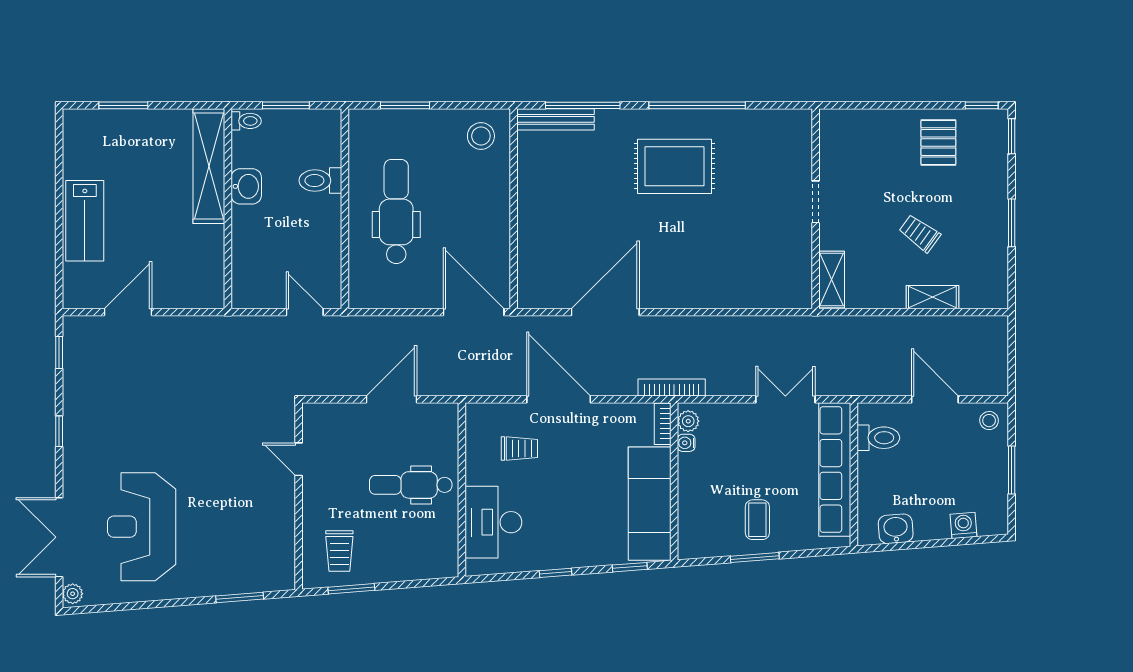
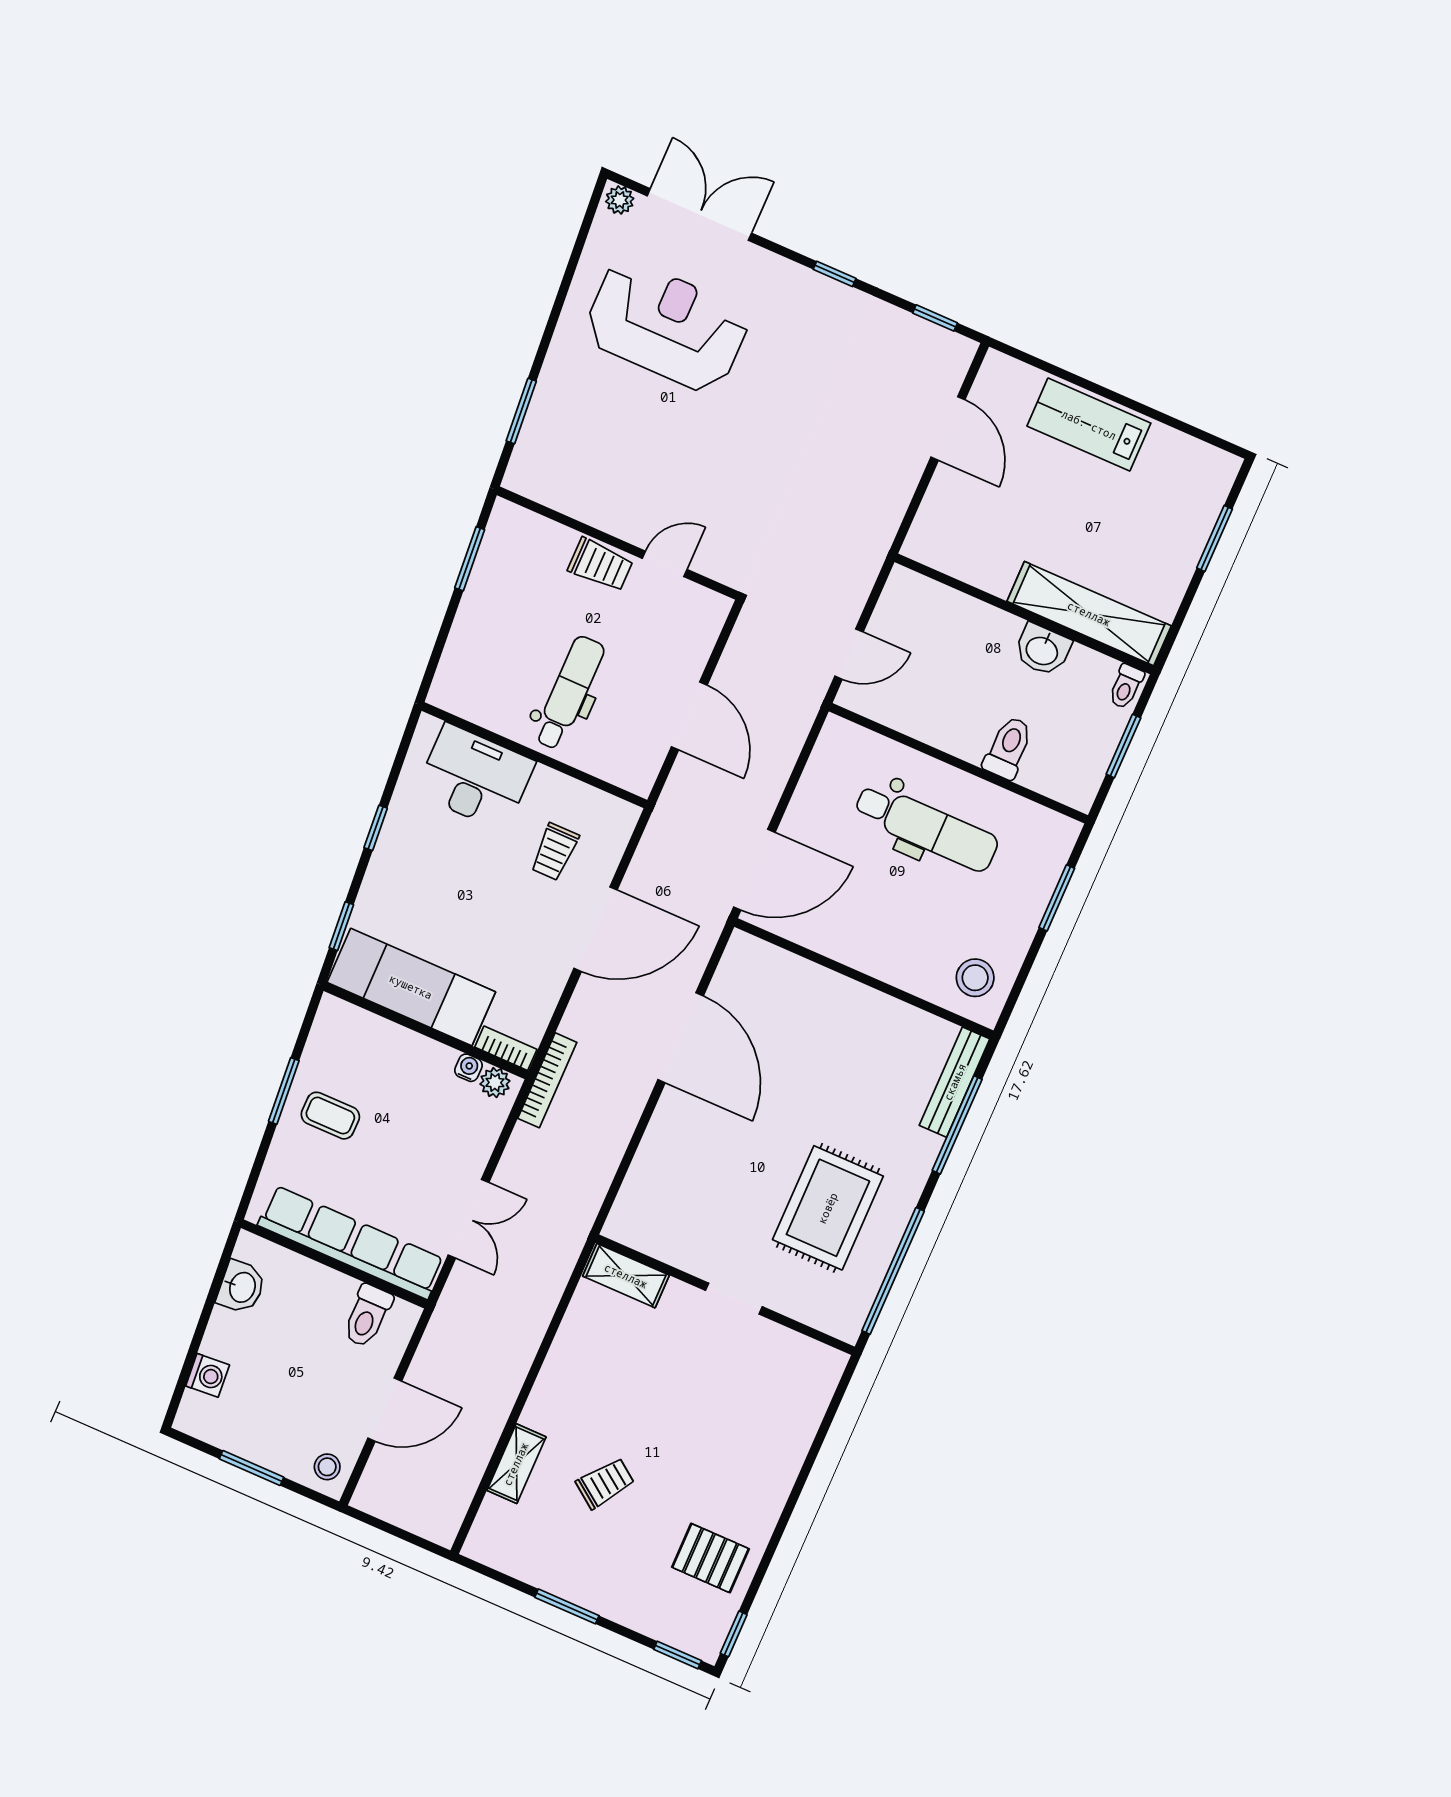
doorway: (816, 202) -> (734, 1299), moved
wall: (816, 209) -> (725, 1295), moved
shelving: (832, 279) -> (626, 1276), moved
trolley: (339, 551) -> (600, 565), moved, turned 180

